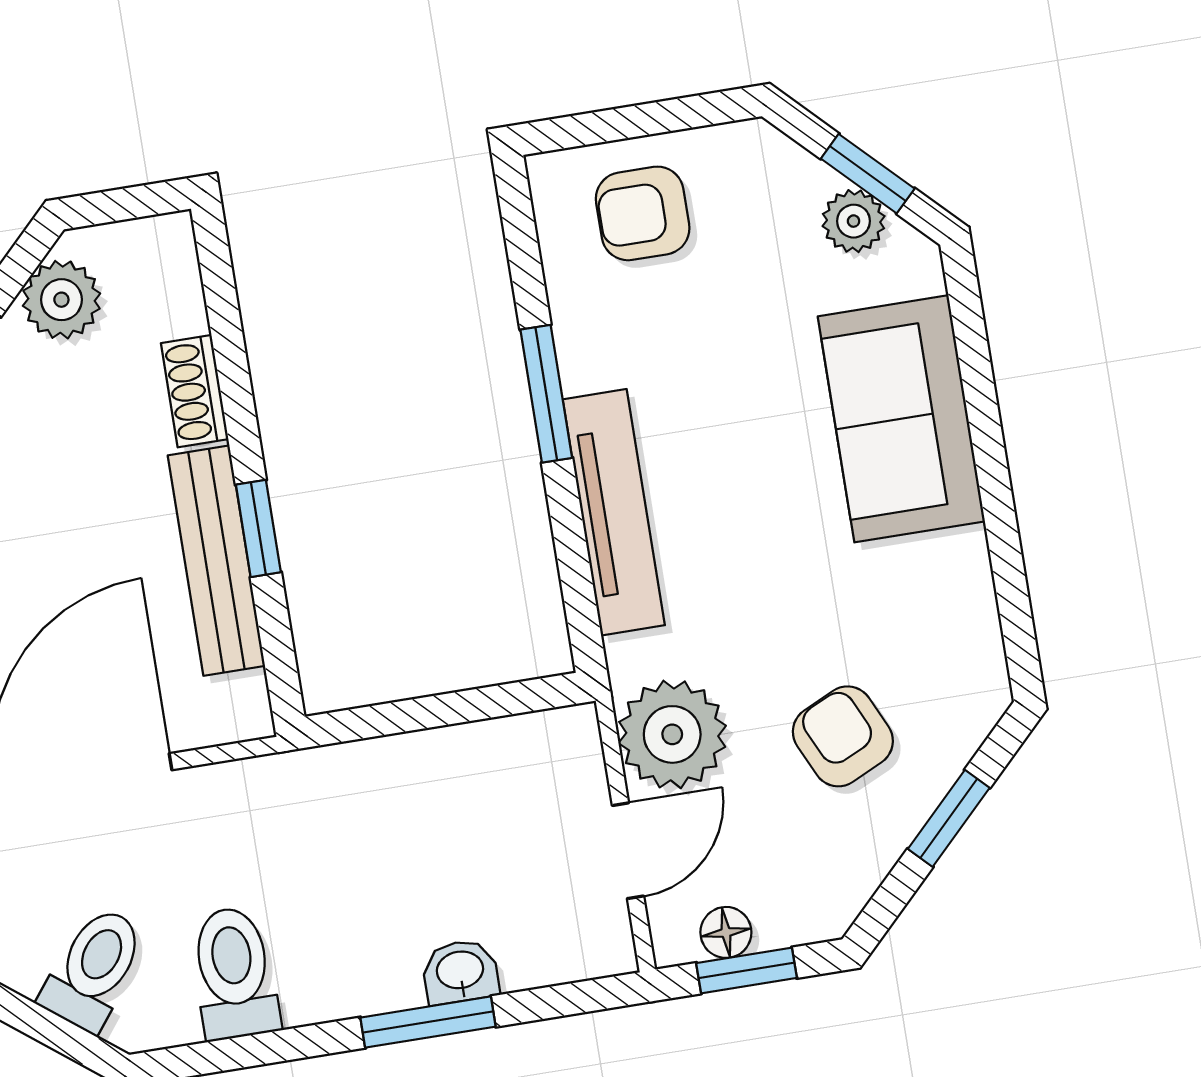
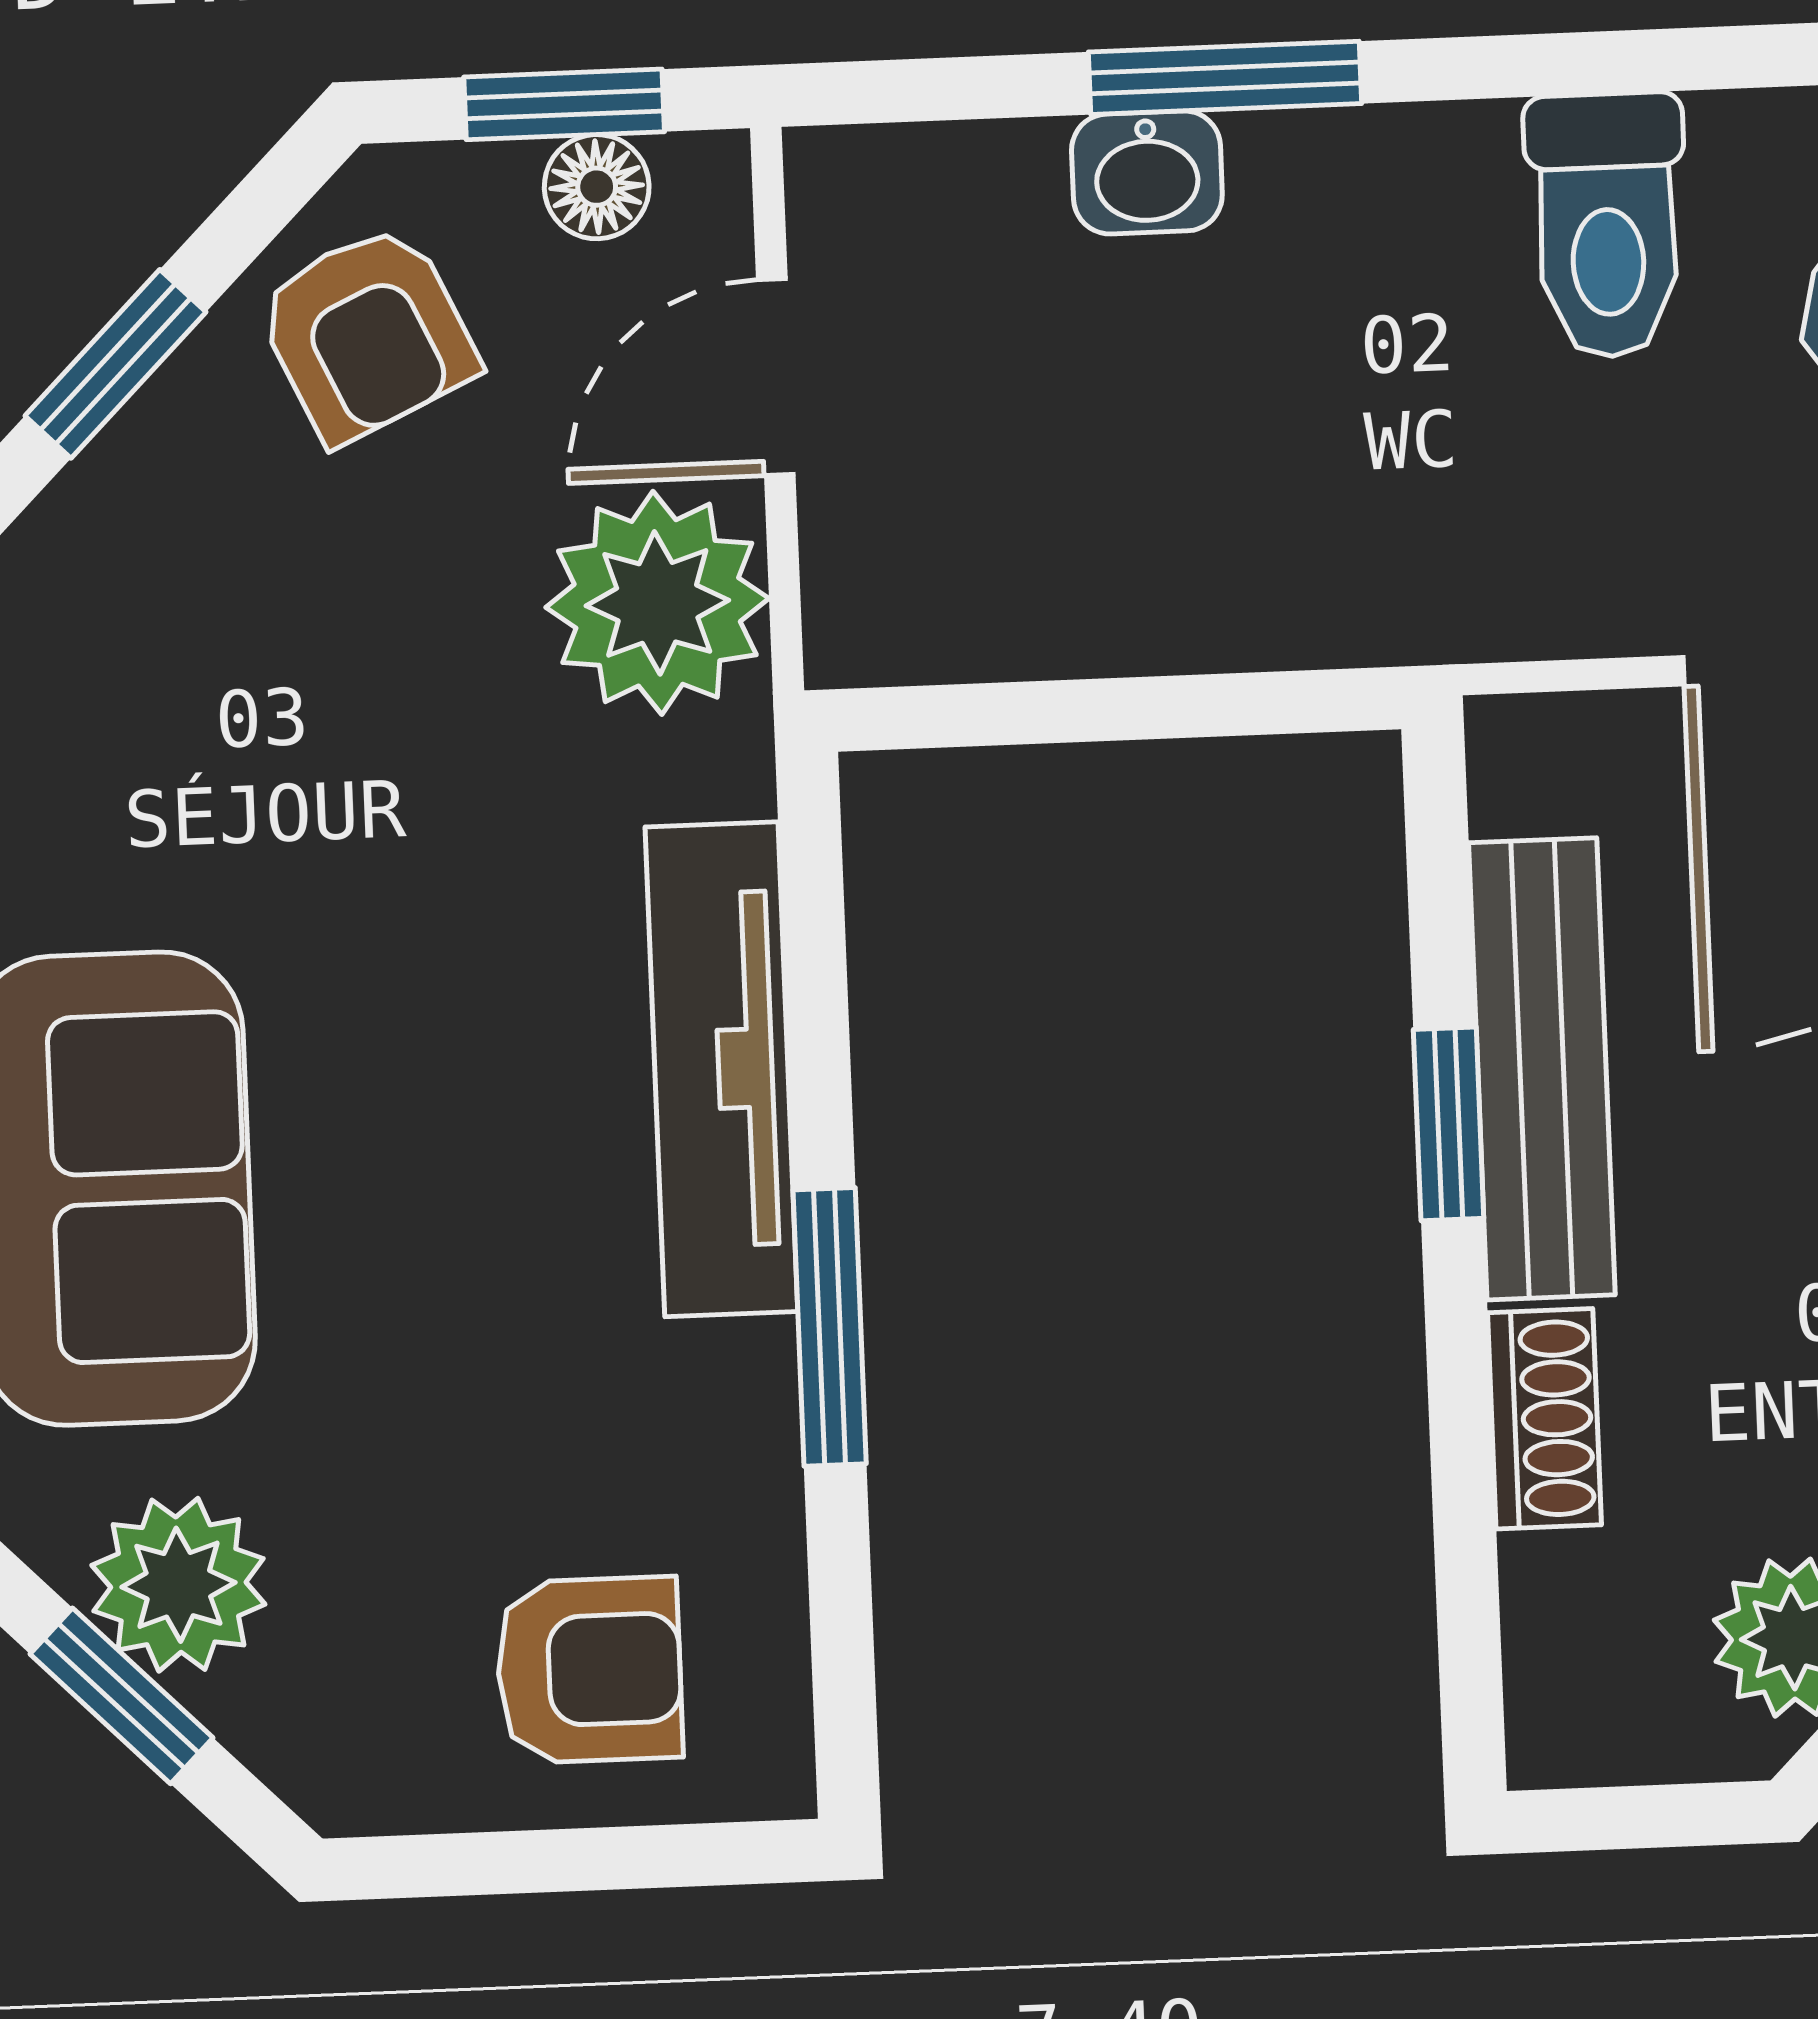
plant: (854, 221) -> (178, 1585), width x1.38, depth x1.38
armchair: (843, 736) -> (367, 333), moved

